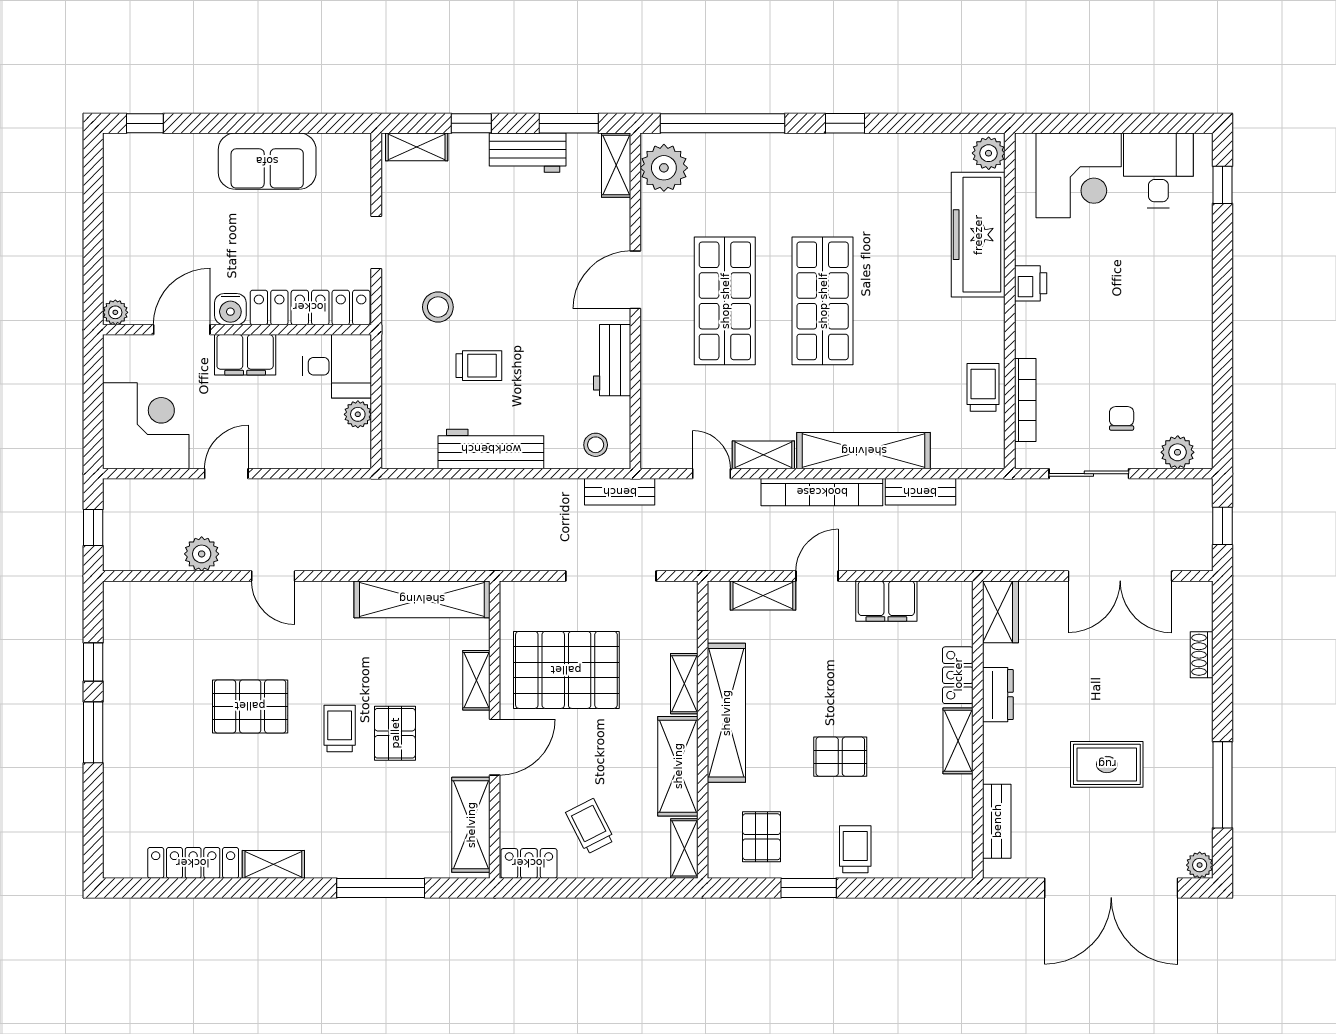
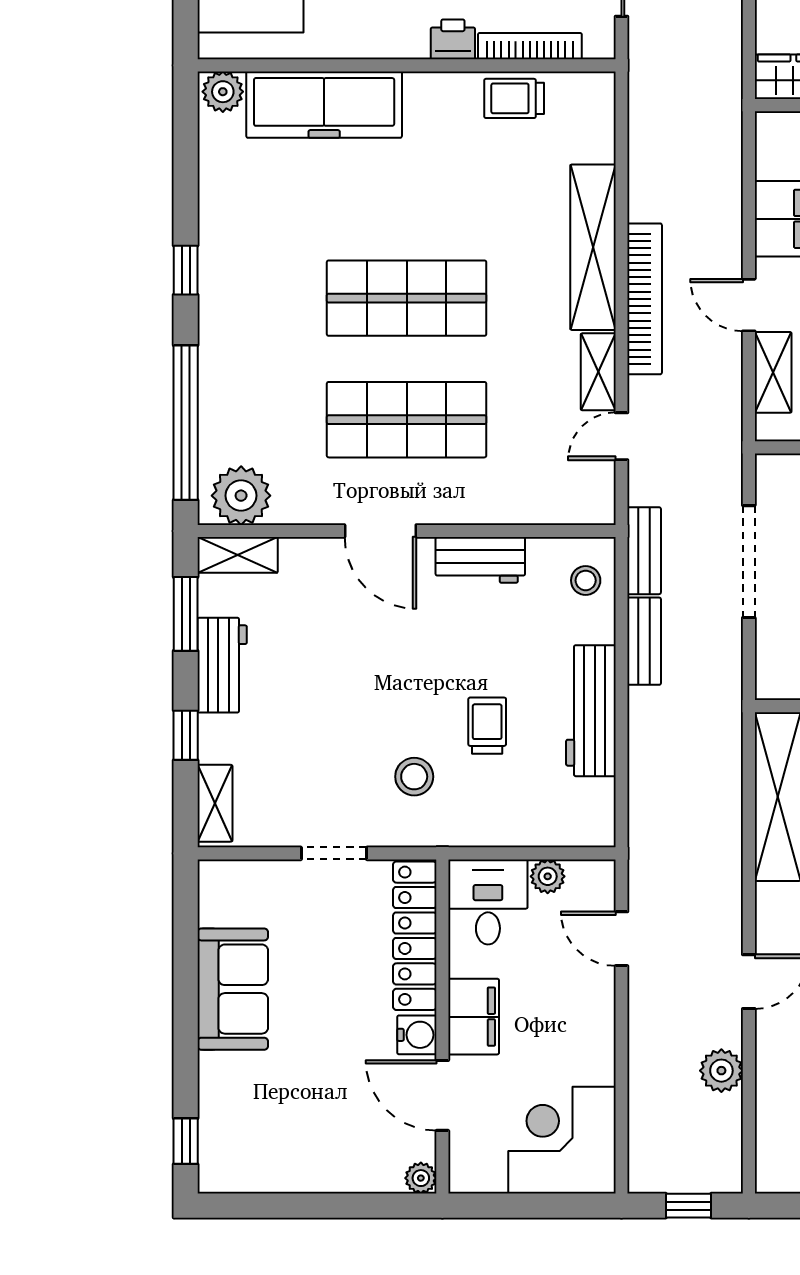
printer: (1031, 283) -> (453, 39), moved
door: (226, 474) -> (621, 939), moved
bench: (920, 492) -> (644, 641), moved

